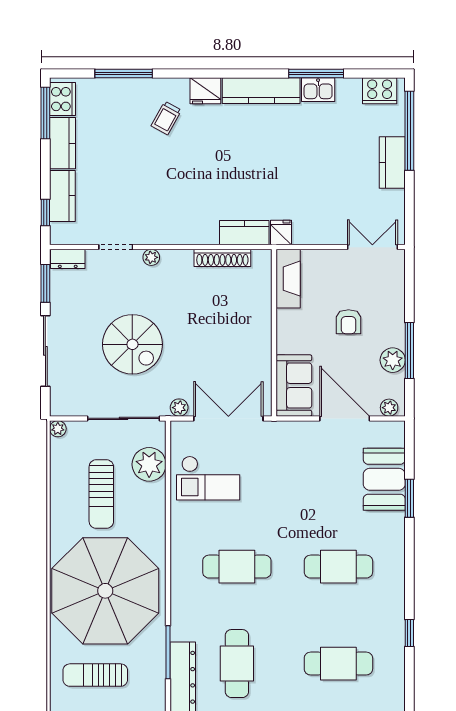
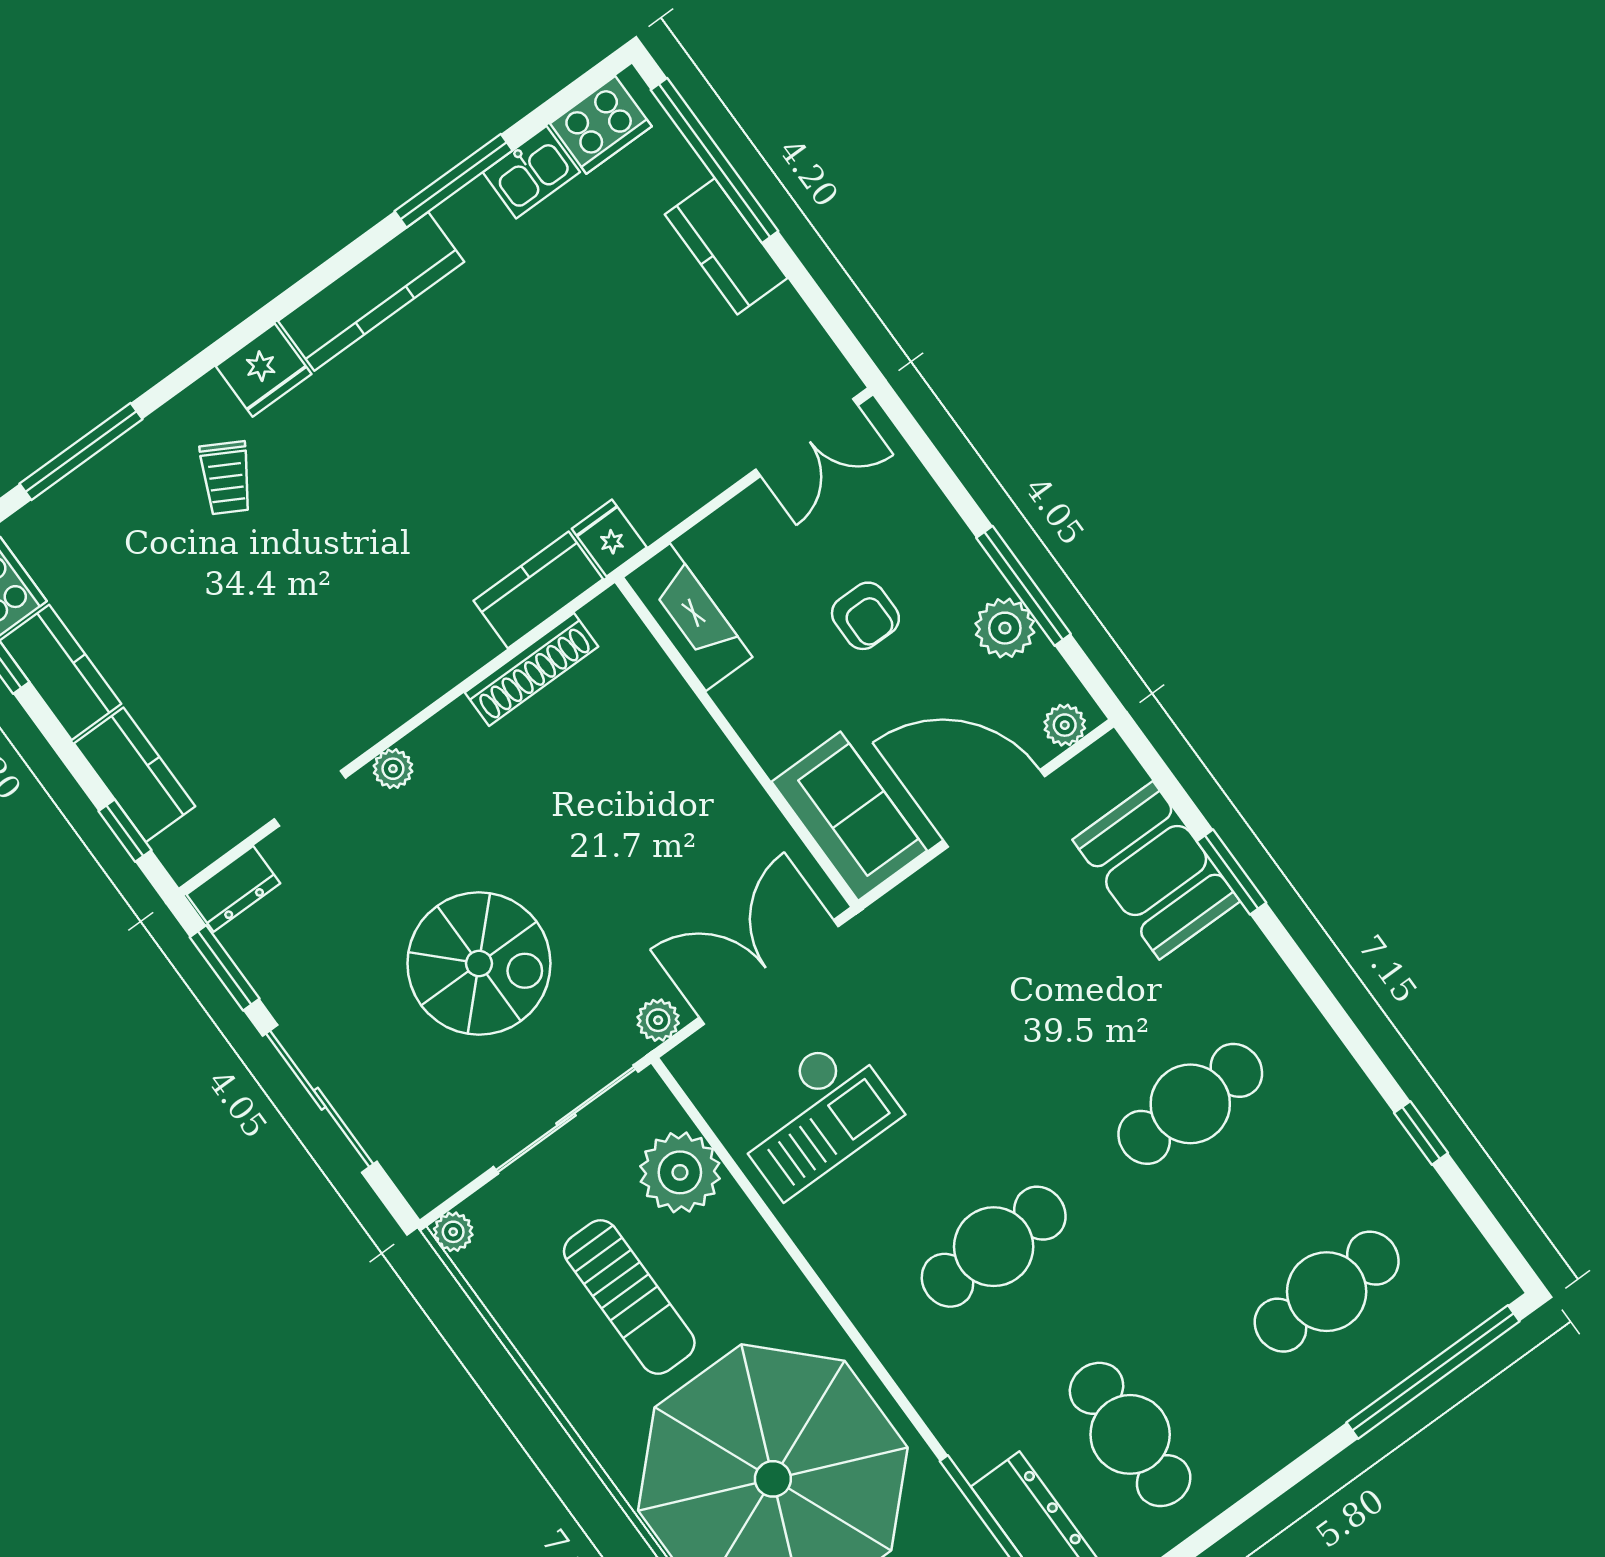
kitchen sink: (318, 90) -> (531, 172), moved
double door: (372, 247) -> (807, 437), swing flipped

